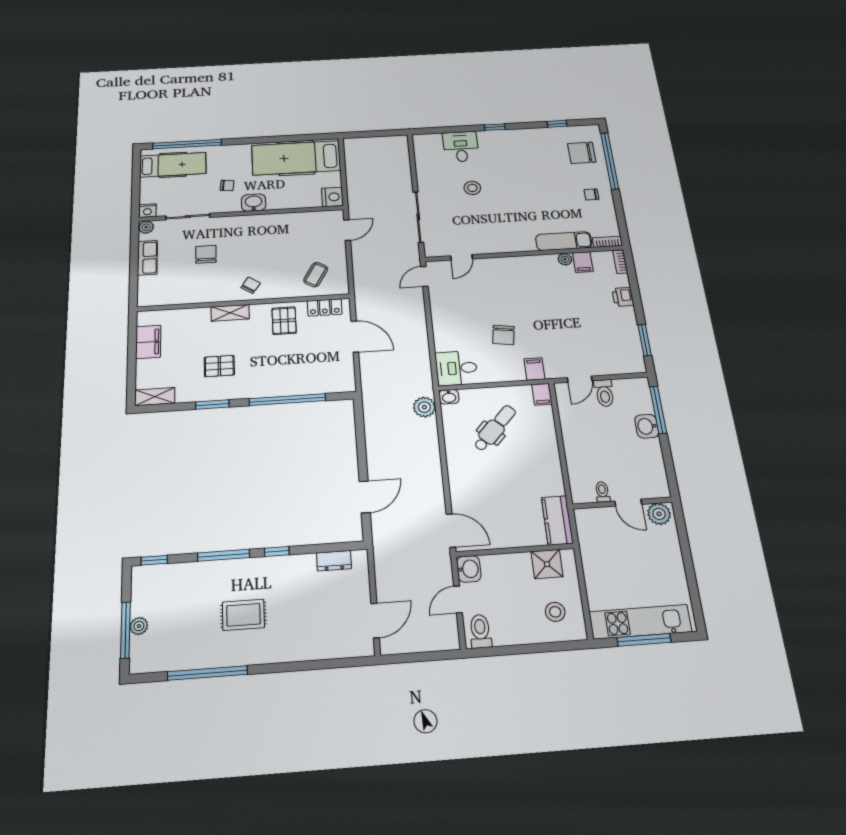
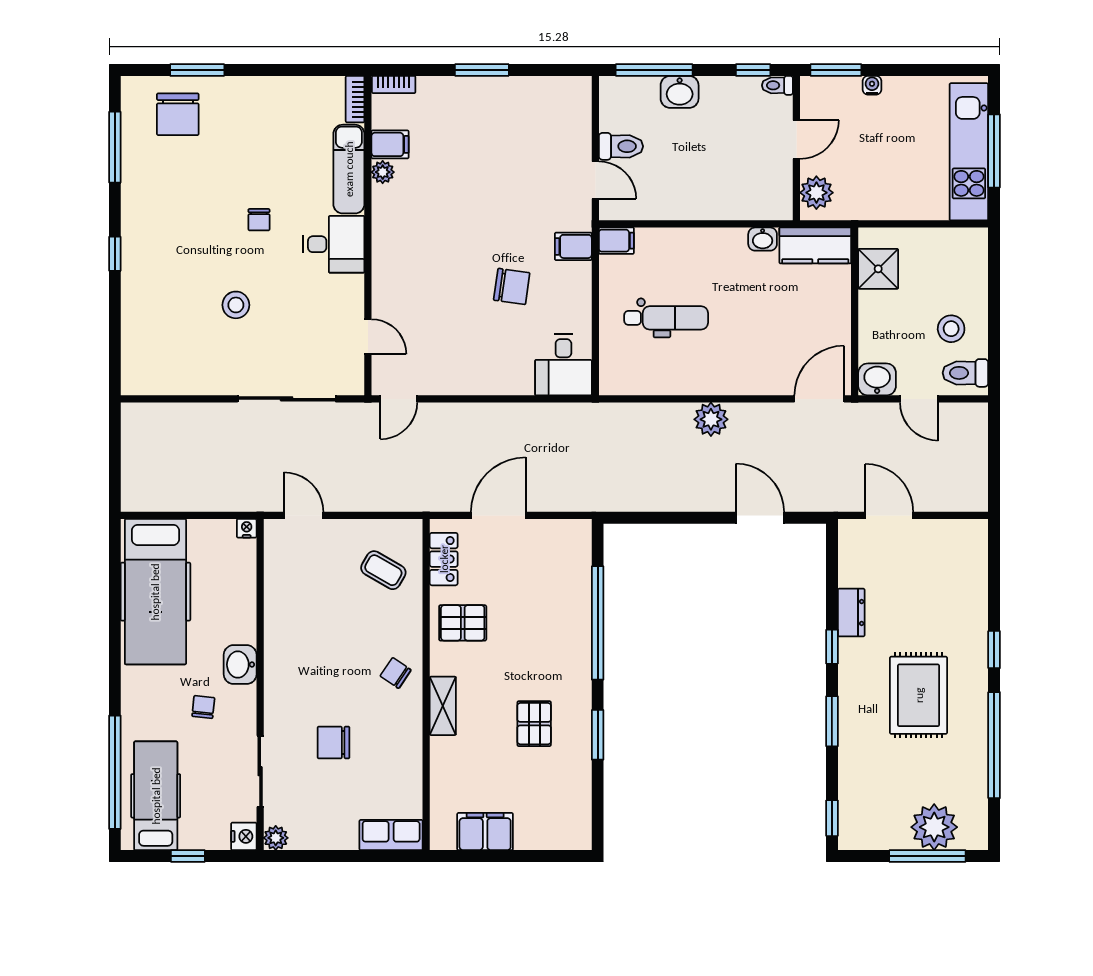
window: (557, 124) -> (115, 147), width x2.17
desk: (461, 147) -> (334, 244), moved, turned 180
window: (610, 161) -> (197, 70), width x0.47
window: (136, 183) -> (188, 856), added
chair: (591, 194) -> (259, 220), moved
nightstand: (332, 197) -> (247, 528), width x0.53, depth x0.56
row of seats: (147, 258) -> (391, 835), moved
door: (424, 276) -> (399, 399), hinge flipped
printer: (623, 297) -> (458, 91), removed
window: (645, 340) -> (482, 70), moved
shelving: (155, 397) -> (578, 820), removed
washbasin: (449, 397) -> (763, 239), moved, turned 90
plant: (424, 407) -> (711, 419), moved
dental chair: (495, 428) -> (666, 318), turned 137
window: (670, 471) -> (753, 70), added
toilet: (602, 492) -> (777, 85), moved
plant: (659, 514) -> (816, 193), moved
window: (681, 525) -> (836, 70), added
water cooler: (675, 551) -> (872, 85), added
window: (224, 555) -> (832, 721), width x0.69
dresser: (334, 561) -> (851, 613), moved
stool: (555, 612) -> (951, 329), moved
rug: (243, 615) -> (919, 695), width x1.36, depth x1.43
door: (375, 621) -> (889, 515), moved
plant: (139, 626) -> (934, 827), width x1.87, depth x1.87
window: (279, 668) -> (994, 650), added

